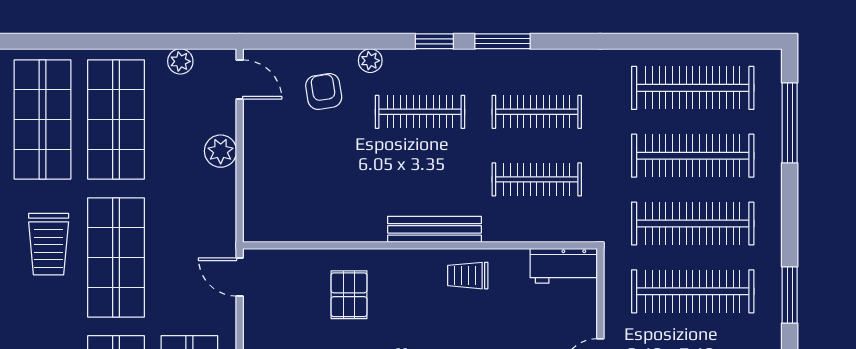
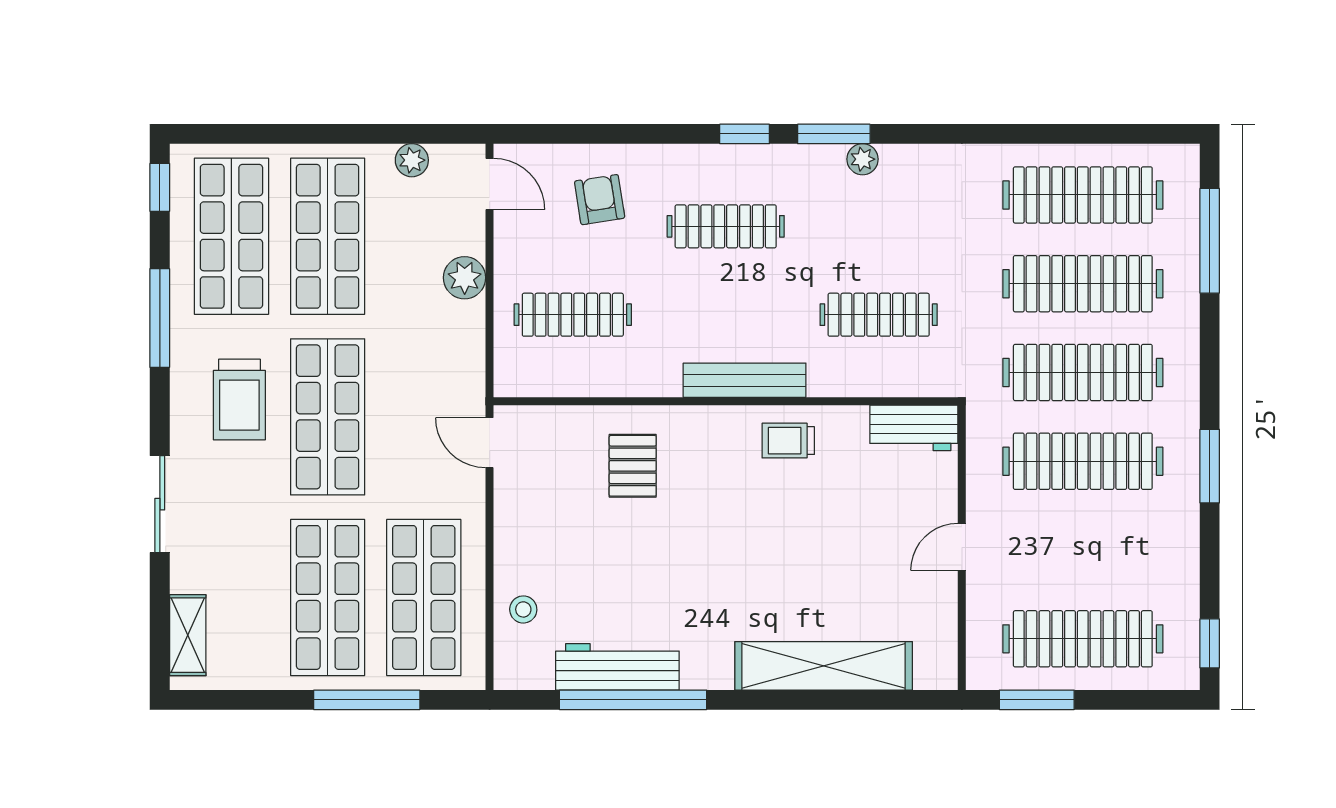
plant: (370, 61) -> (863, 159), moved
clothes rail: (537, 112) -> (573, 315), moved

